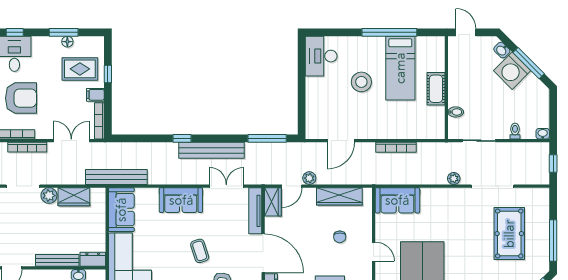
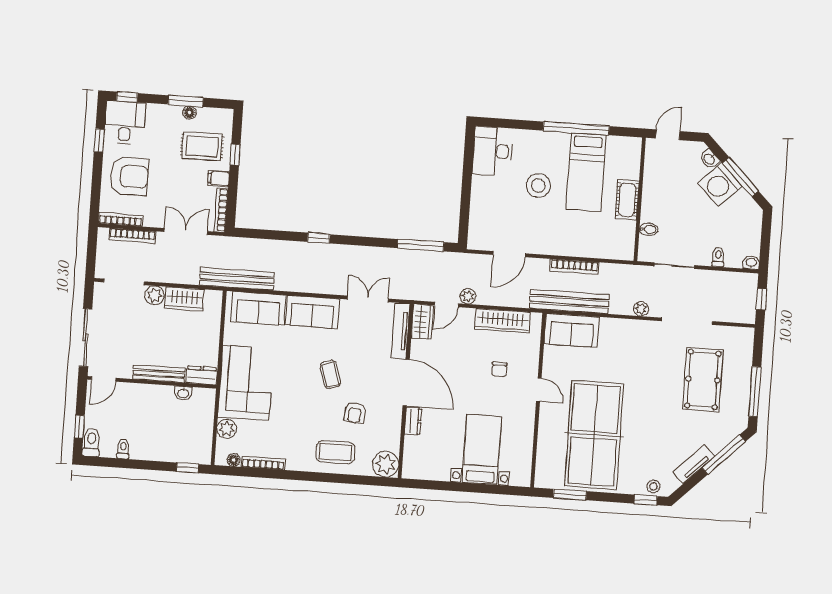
door: (466, 32) -> (668, 135), hinge flipped
bench: (211, 150) -> (569, 301), moved
sofa: (121, 210) -> (258, 308), moved, turned 90

